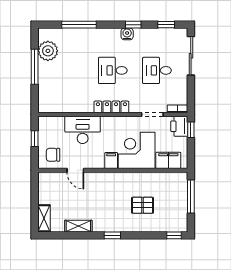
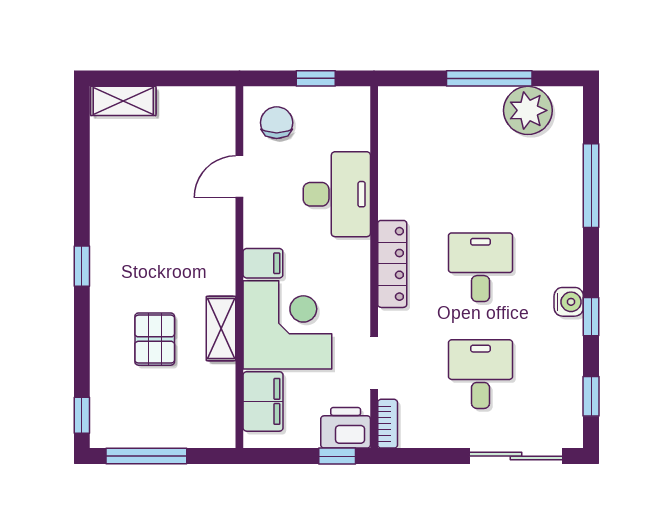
window: (191, 197) -> (146, 456), moved
shelving: (78, 226) -> (221, 329), moved

